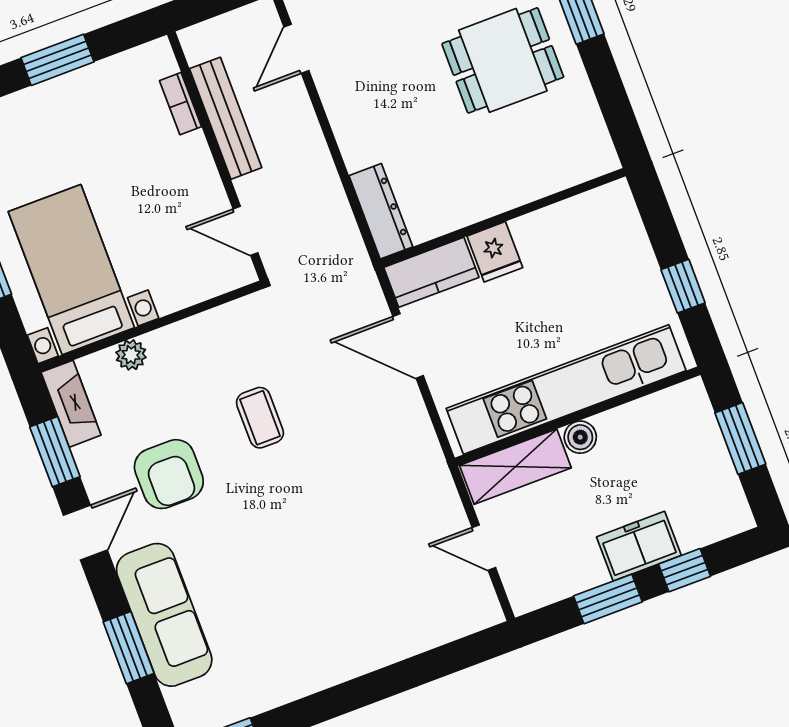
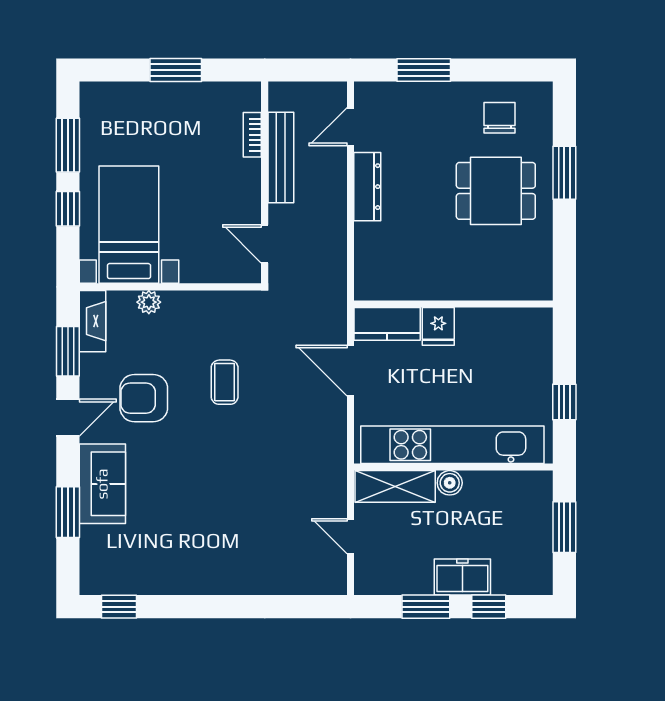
dresser: (381, 211) -> (367, 187), moved
armchair: (169, 474) -> (144, 398), turned 90
sofa: (164, 615) -> (102, 484), width x0.73

